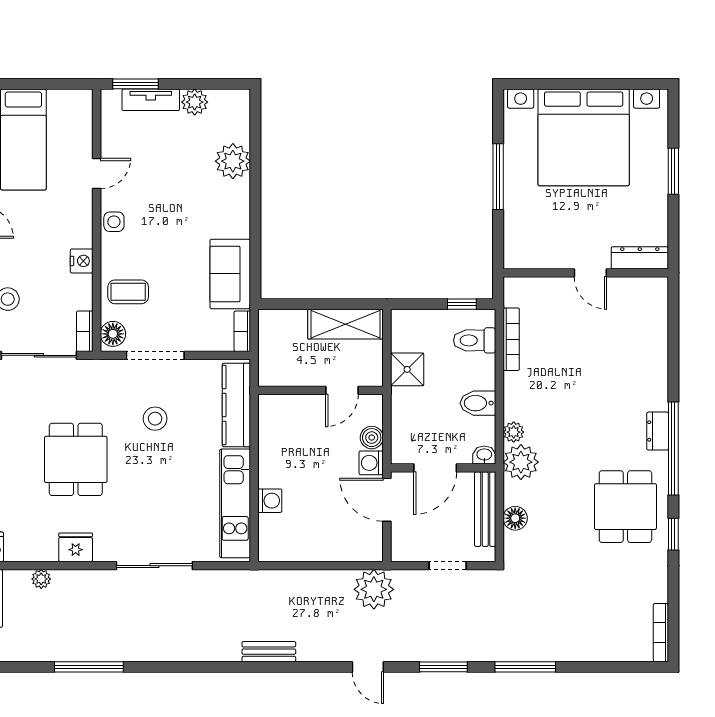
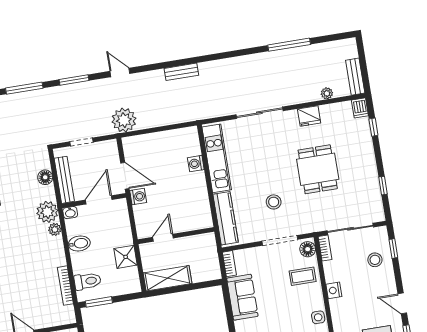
window: (462, 304) -> (99, 302), width x1.50
boiler: (372, 438) -> (140, 212), removed

